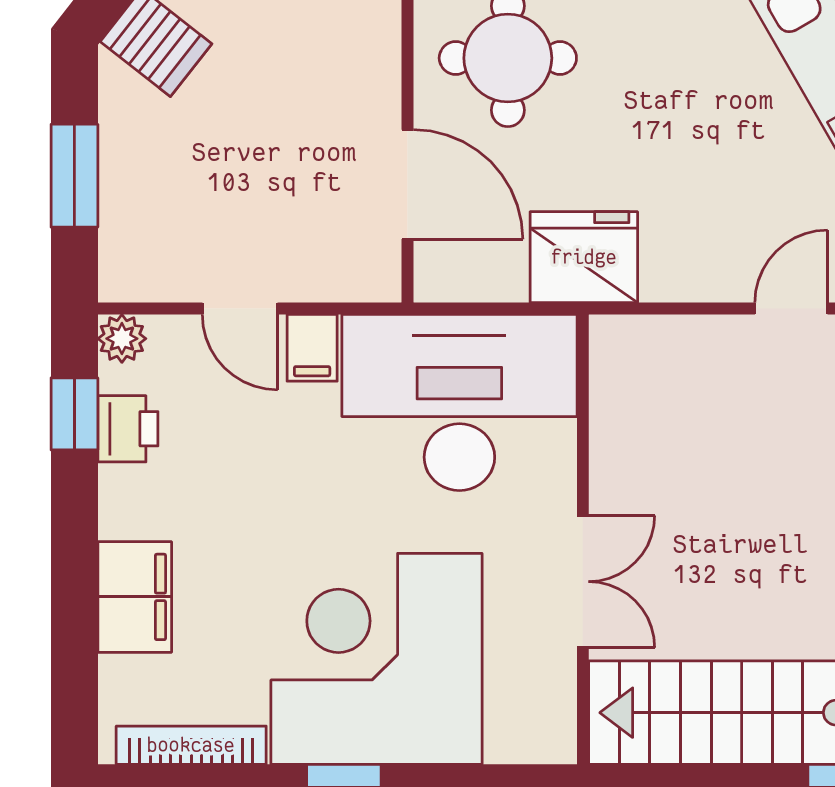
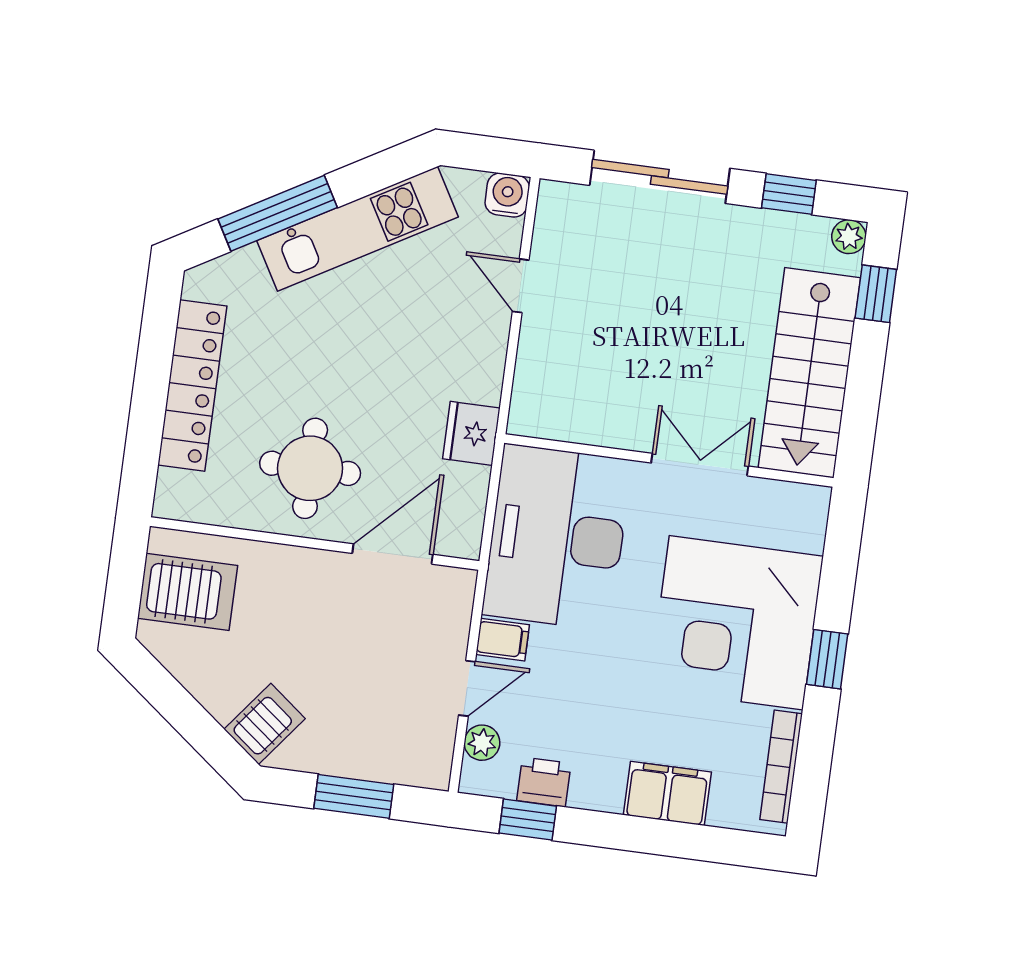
fridge: (584, 257) -> (471, 433), width x0.73, depth x0.75
plant: (122, 339) -> (482, 743), moved

